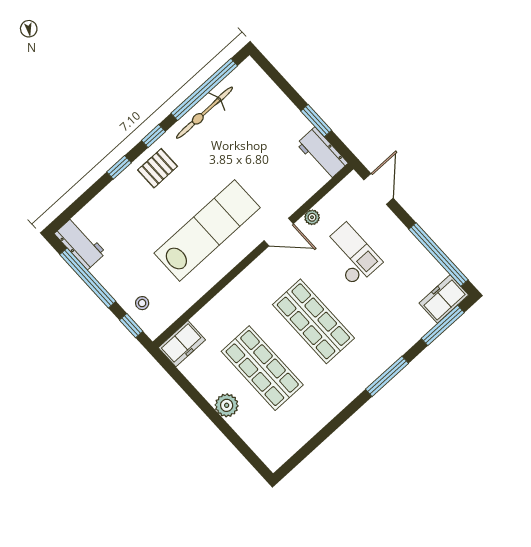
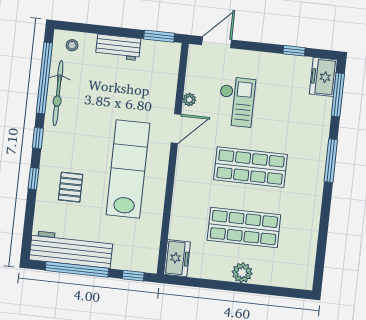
window: (316, 121) -> (159, 36), moved
workbench: (322, 154) -> (118, 47), moved
pallet: (158, 168) -> (71, 187), moved
door: (379, 189) -> (217, 42), hinge flipped
workbench: (80, 243) -> (71, 249), width x1.88, depth x1.32
checkout: (351, 255) -> (236, 102), turned 90
window: (438, 255) -> (294, 51), width x0.32
stool: (142, 303) -> (72, 45), moved

